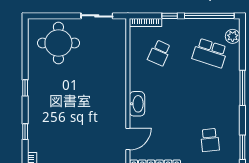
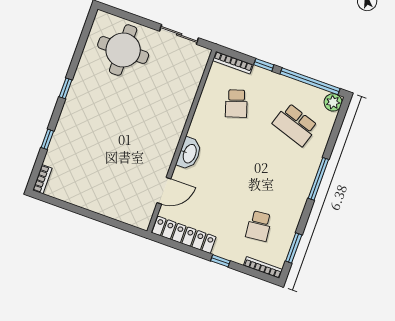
plant: (233, 36) -> (333, 102), moved
school desk: (159, 53) -> (236, 104), turned -42

